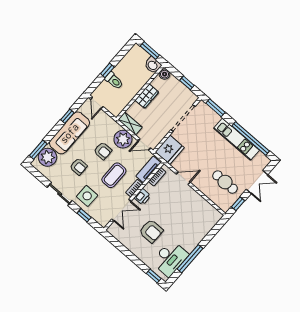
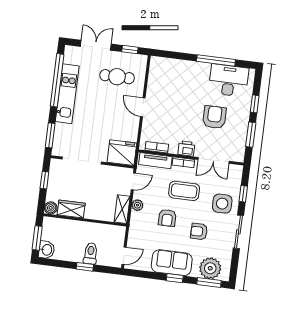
washbasin: (153, 65) -> (47, 250), moved
wardrobe: (147, 96) -> (71, 209), moved
window: (67, 116) -> (175, 278), moved
sofa: (69, 133) -> (172, 263), width x0.73
plant: (123, 139) -> (137, 205), width x0.53, depth x0.53
door: (144, 144) -> (133, 181), hinge flipped
armchair: (103, 151) -> (167, 218), turned 180
armchair: (78, 167) -> (199, 232), turned -90
door: (183, 178) -> (143, 107), moved
cafe table: (225, 182) -> (117, 77), turned 90
double door: (121, 210) -> (214, 160), swing flipped
window: (122, 248) -> (251, 135), added
window: (154, 276) -> (255, 104), moved

